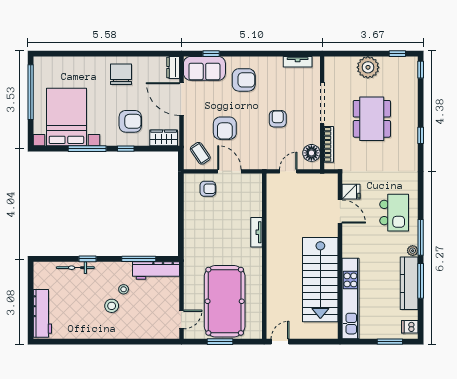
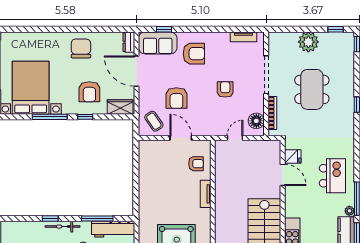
armchair: (130, 121) -> (89, 92), turned 90
armchair: (208, 189) -> (196, 164), moved
bicycle: (75, 268) -> (63, 227), moved

